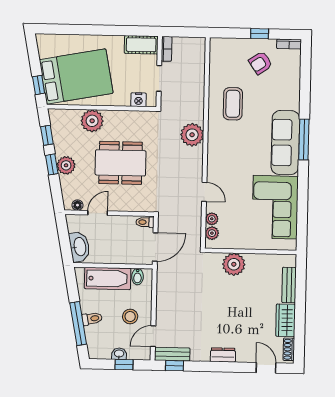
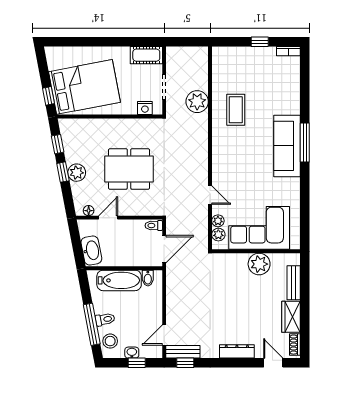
bookcase: (167, 49) -> (171, 58), removed
armchair: (261, 63) -> (261, 70), removed
plant: (92, 121) -> (101, 129), removed
plant: (192, 135) -> (197, 102), moved
corner sofa: (275, 207) -> (259, 228), moved, turned 90
plant: (234, 264) -> (259, 264), moved
stool: (130, 317) -> (110, 341), moved
dresser: (223, 355) -> (237, 351), width x1.44

